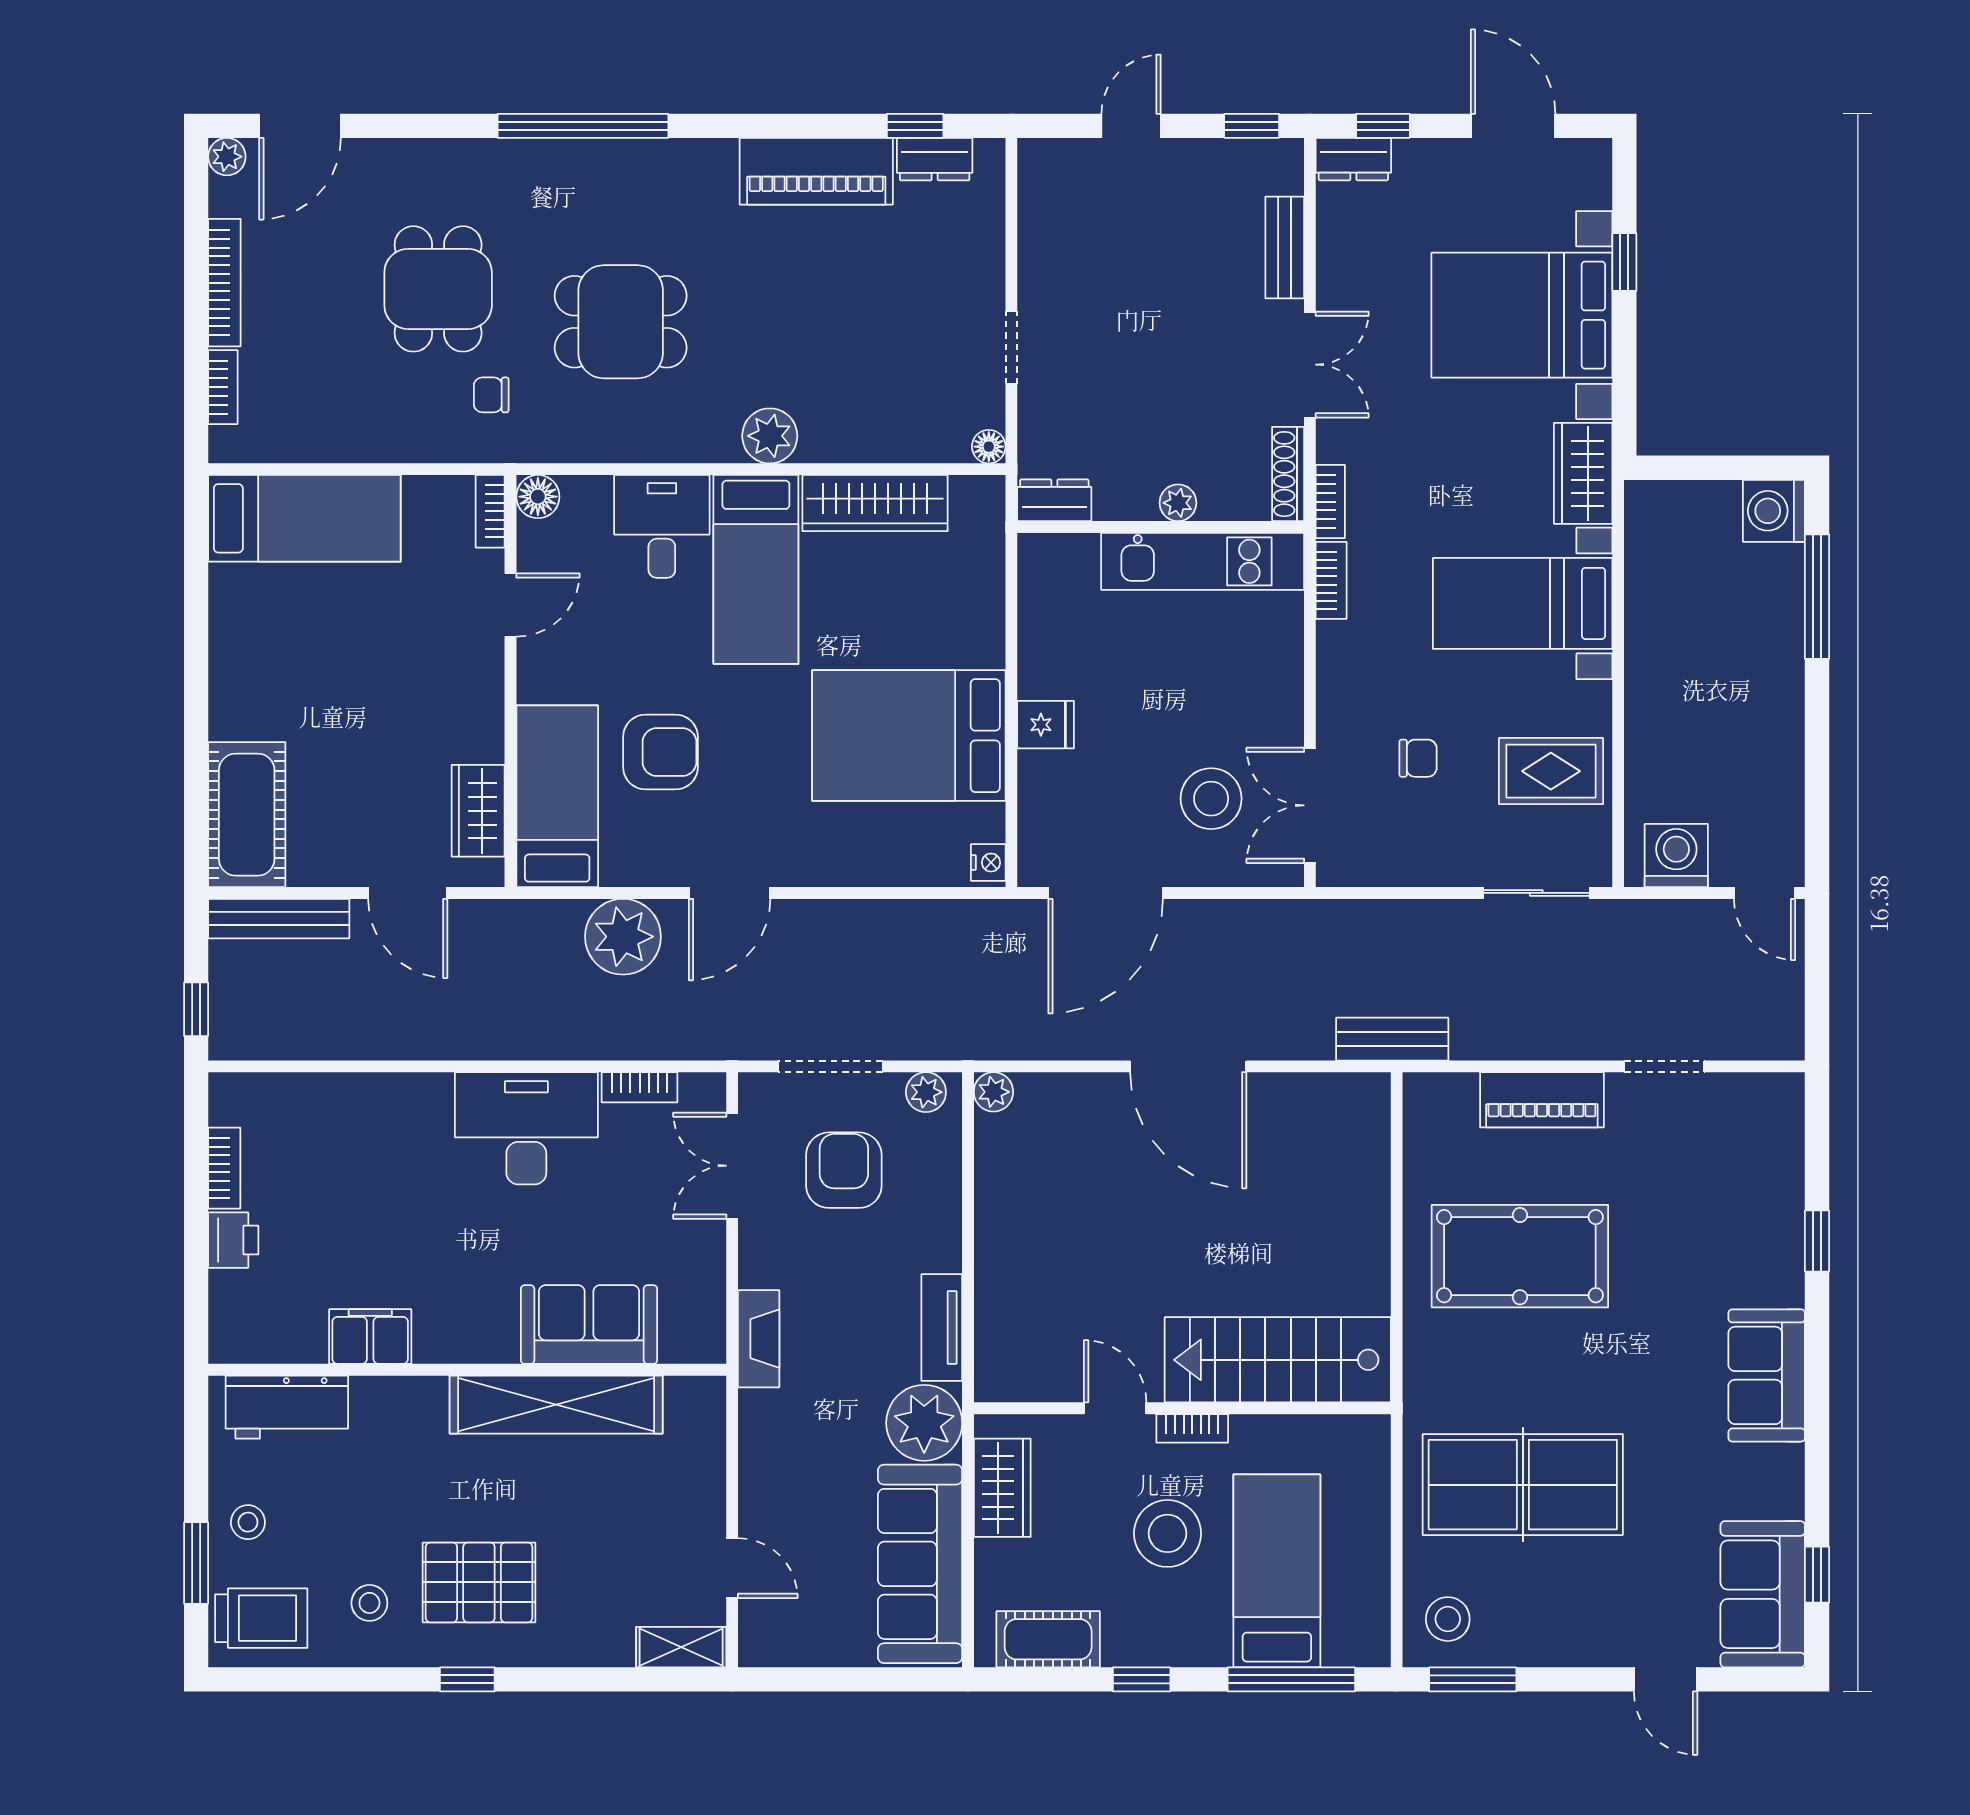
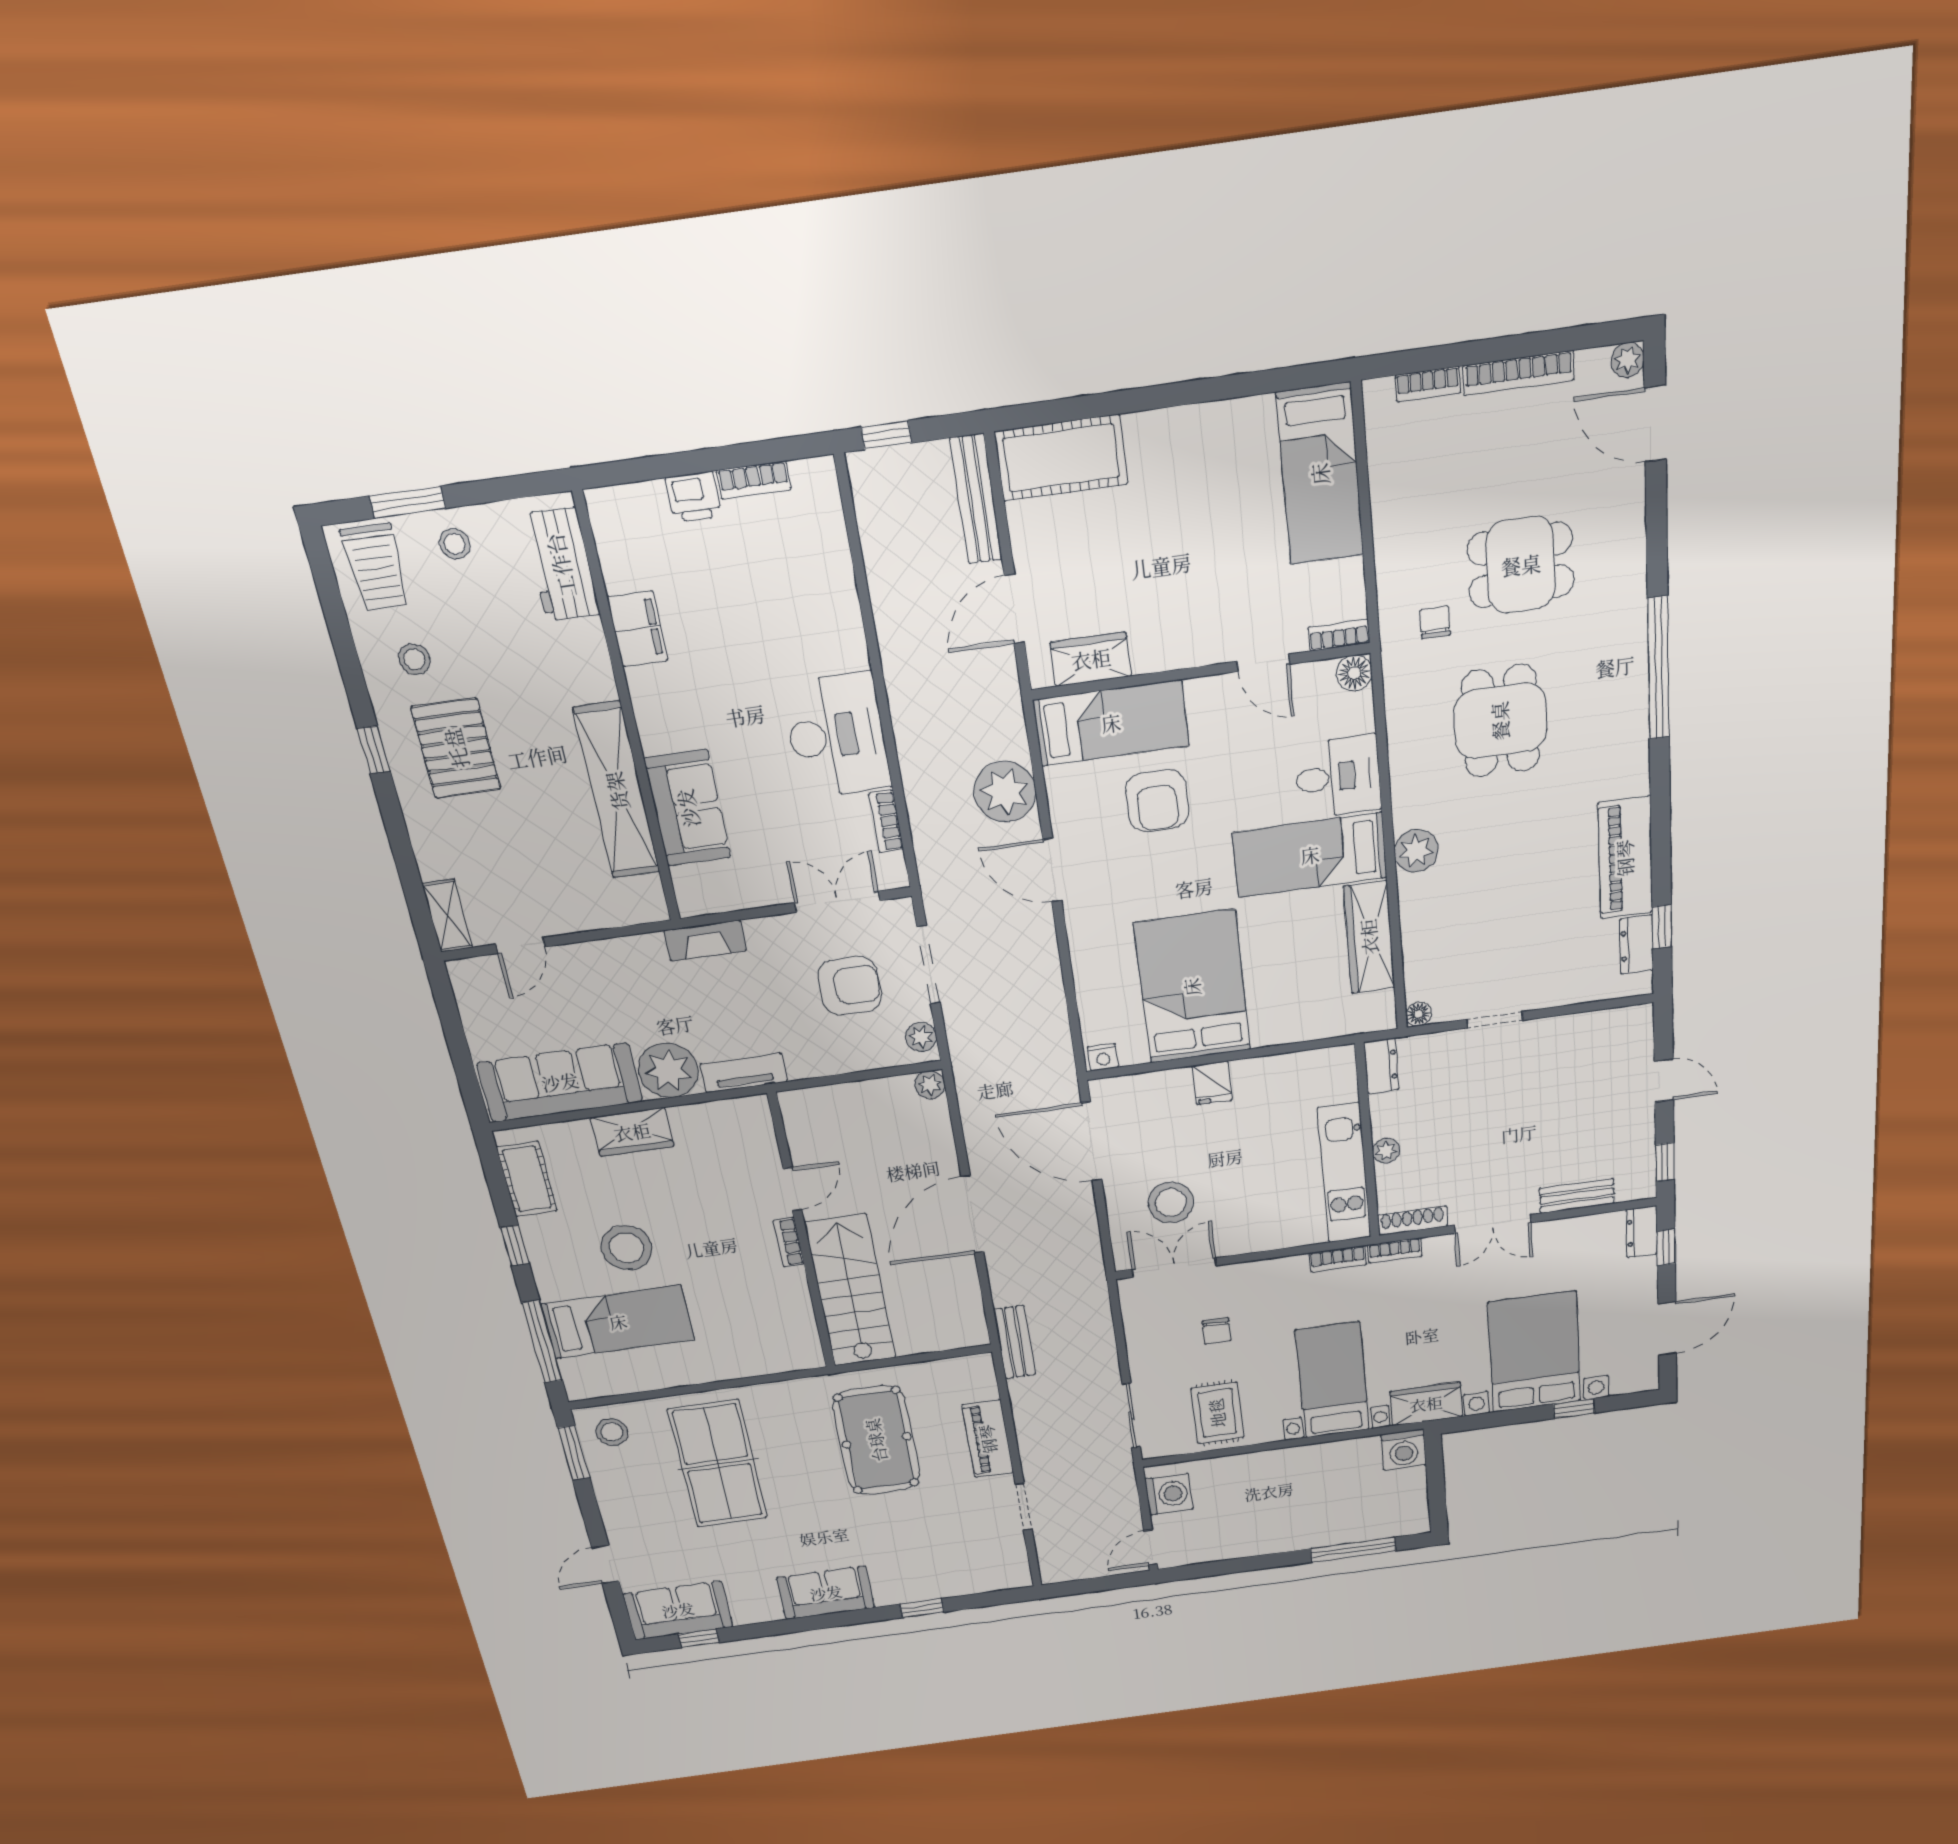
washing machine: (1774, 511) -> (1404, 1450), moved, turned 180
stairs: (1278, 1360) -> (850, 1291), moved
door: (1115, 1408) -> (792, 1189), moved
wall: (1182, 1408) -> (802, 1234), moved
bookcase: (1192, 1428) -> (789, 1242), moved

